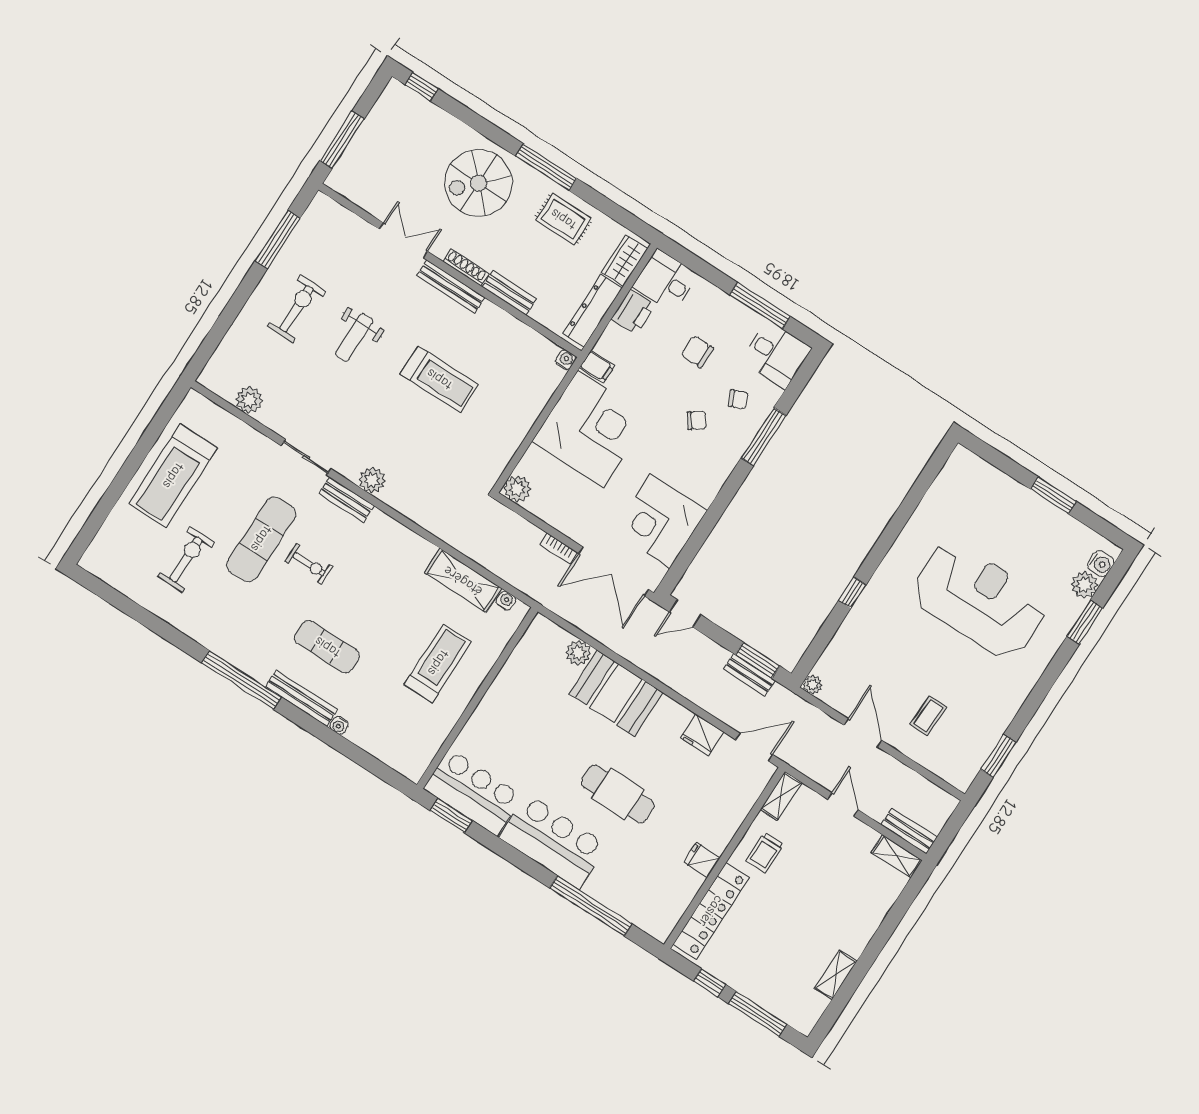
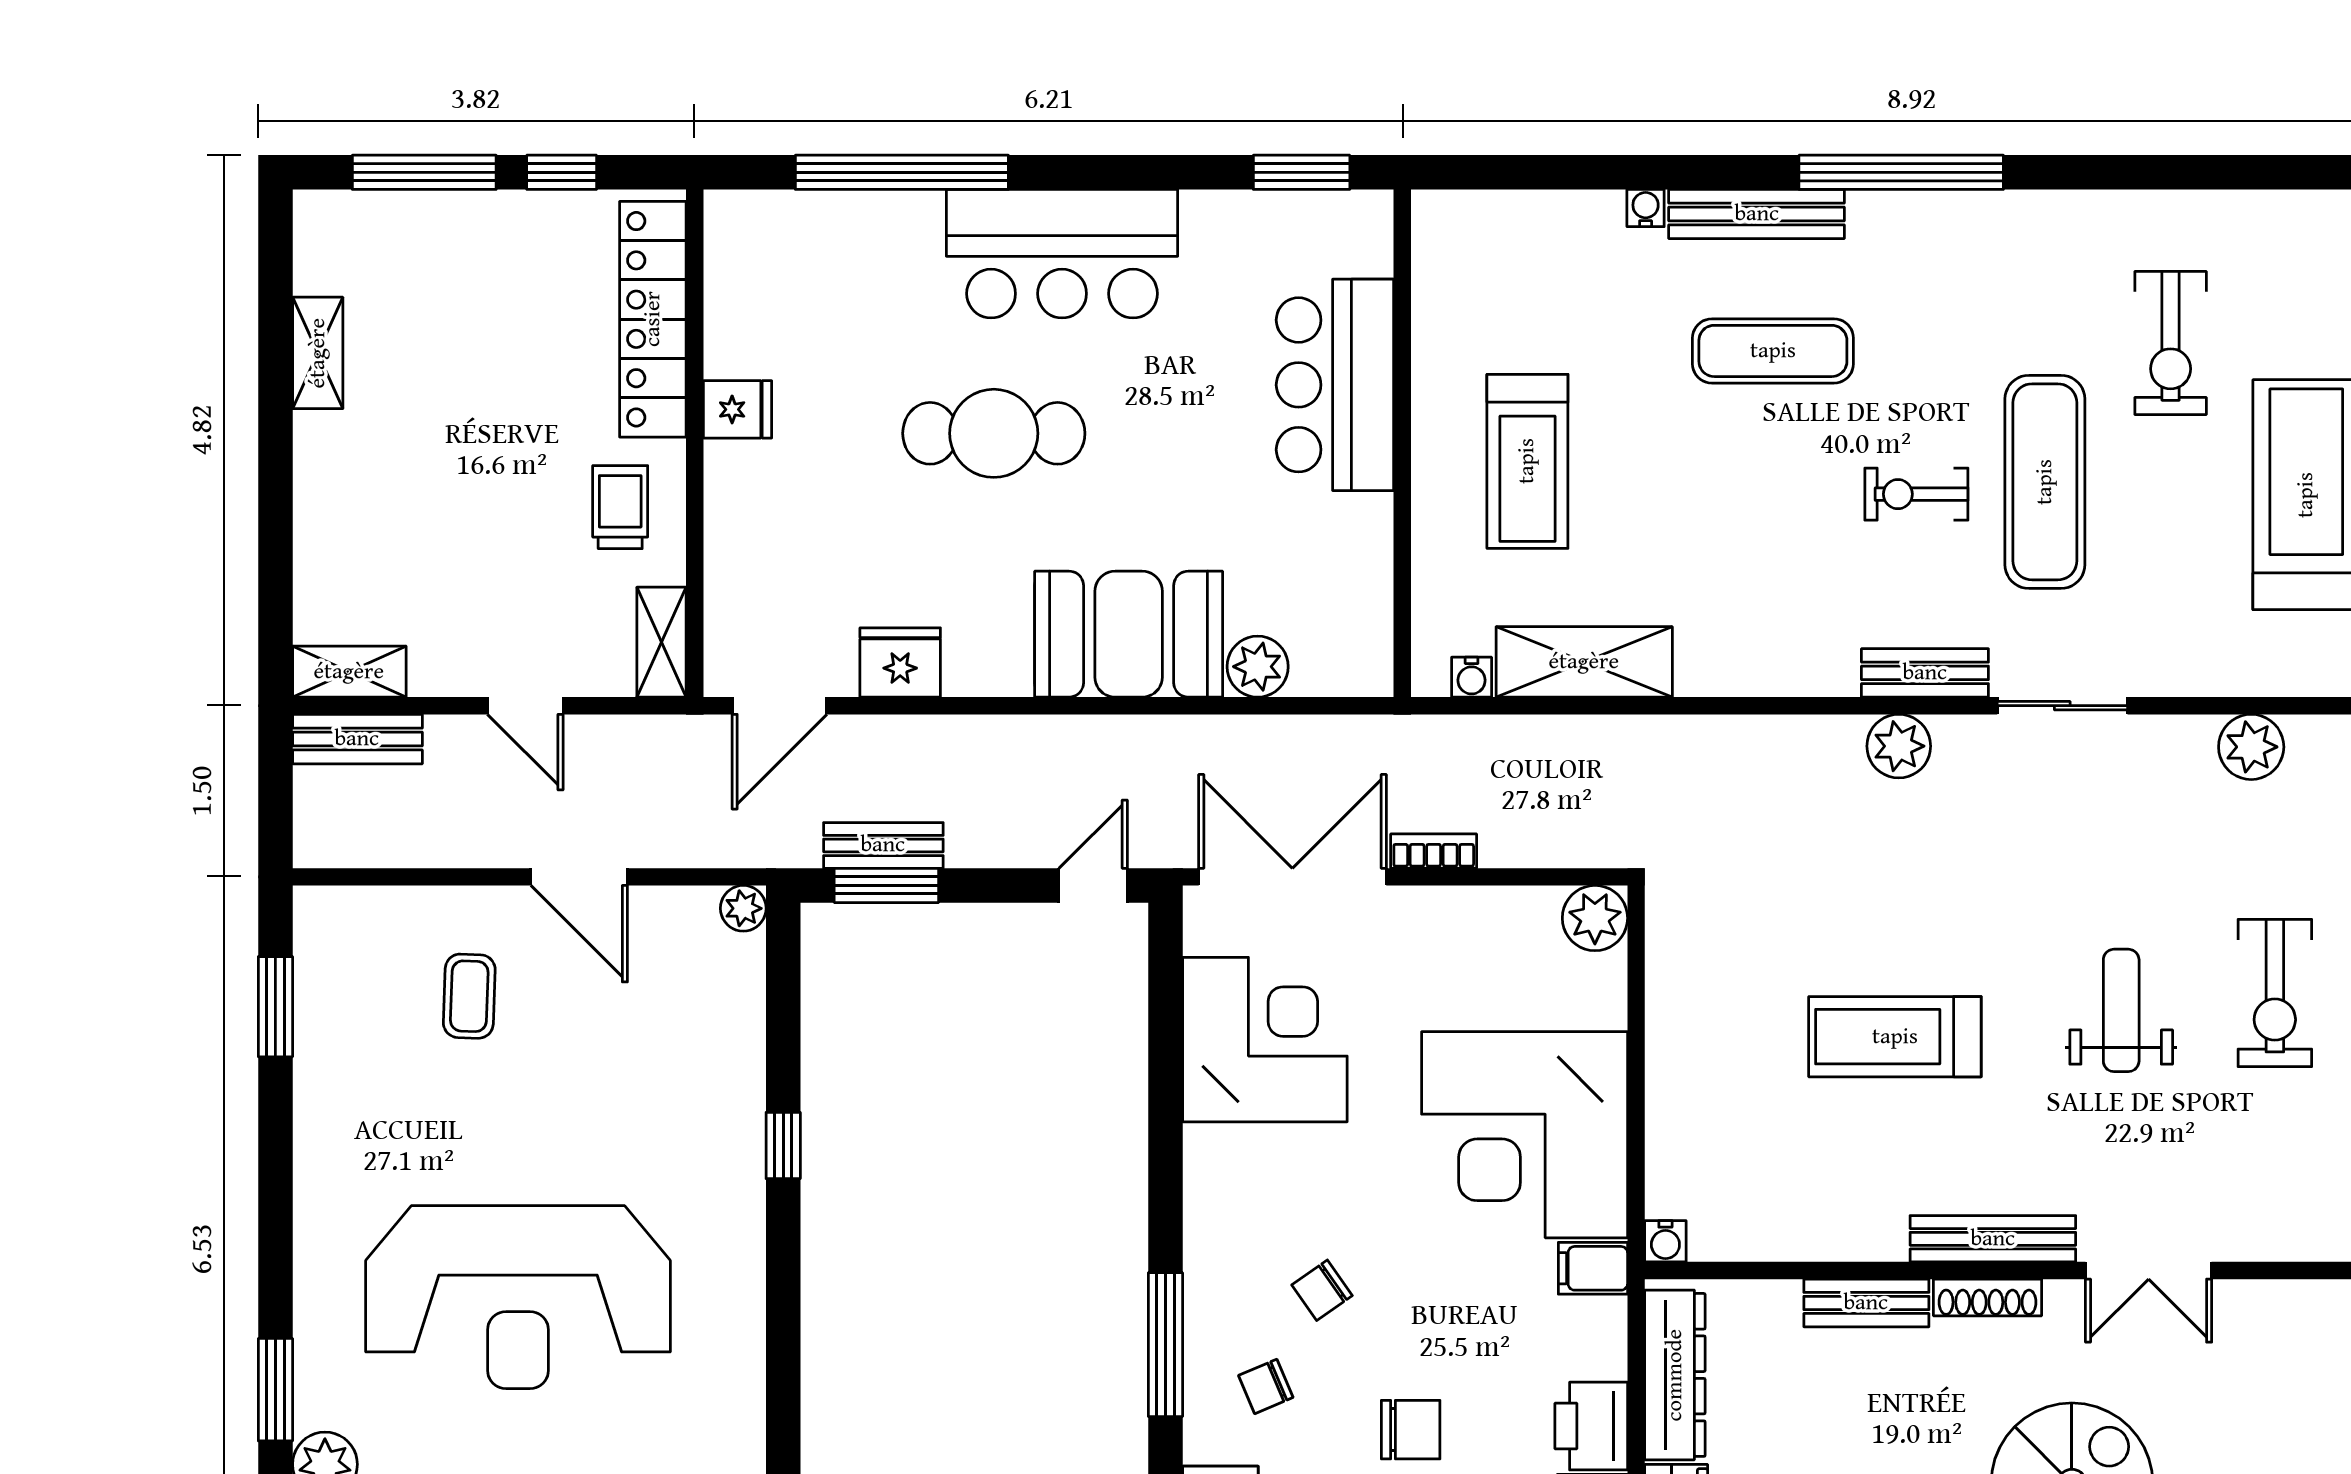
bar counter: (473, 792) -> (1335, 385), moved, turned 90

